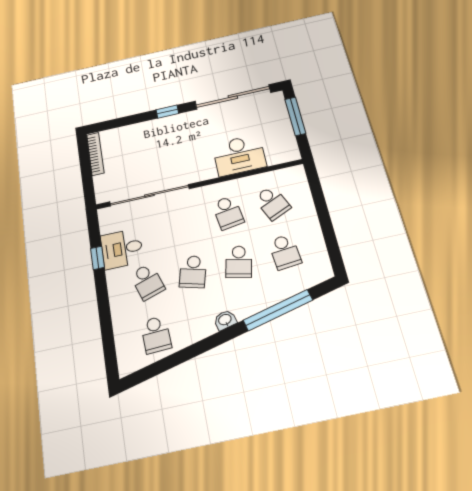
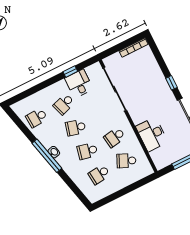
school desk: (272, 203) -> (126, 161), turned 48
window: (278, 310) -> (47, 156), moved

